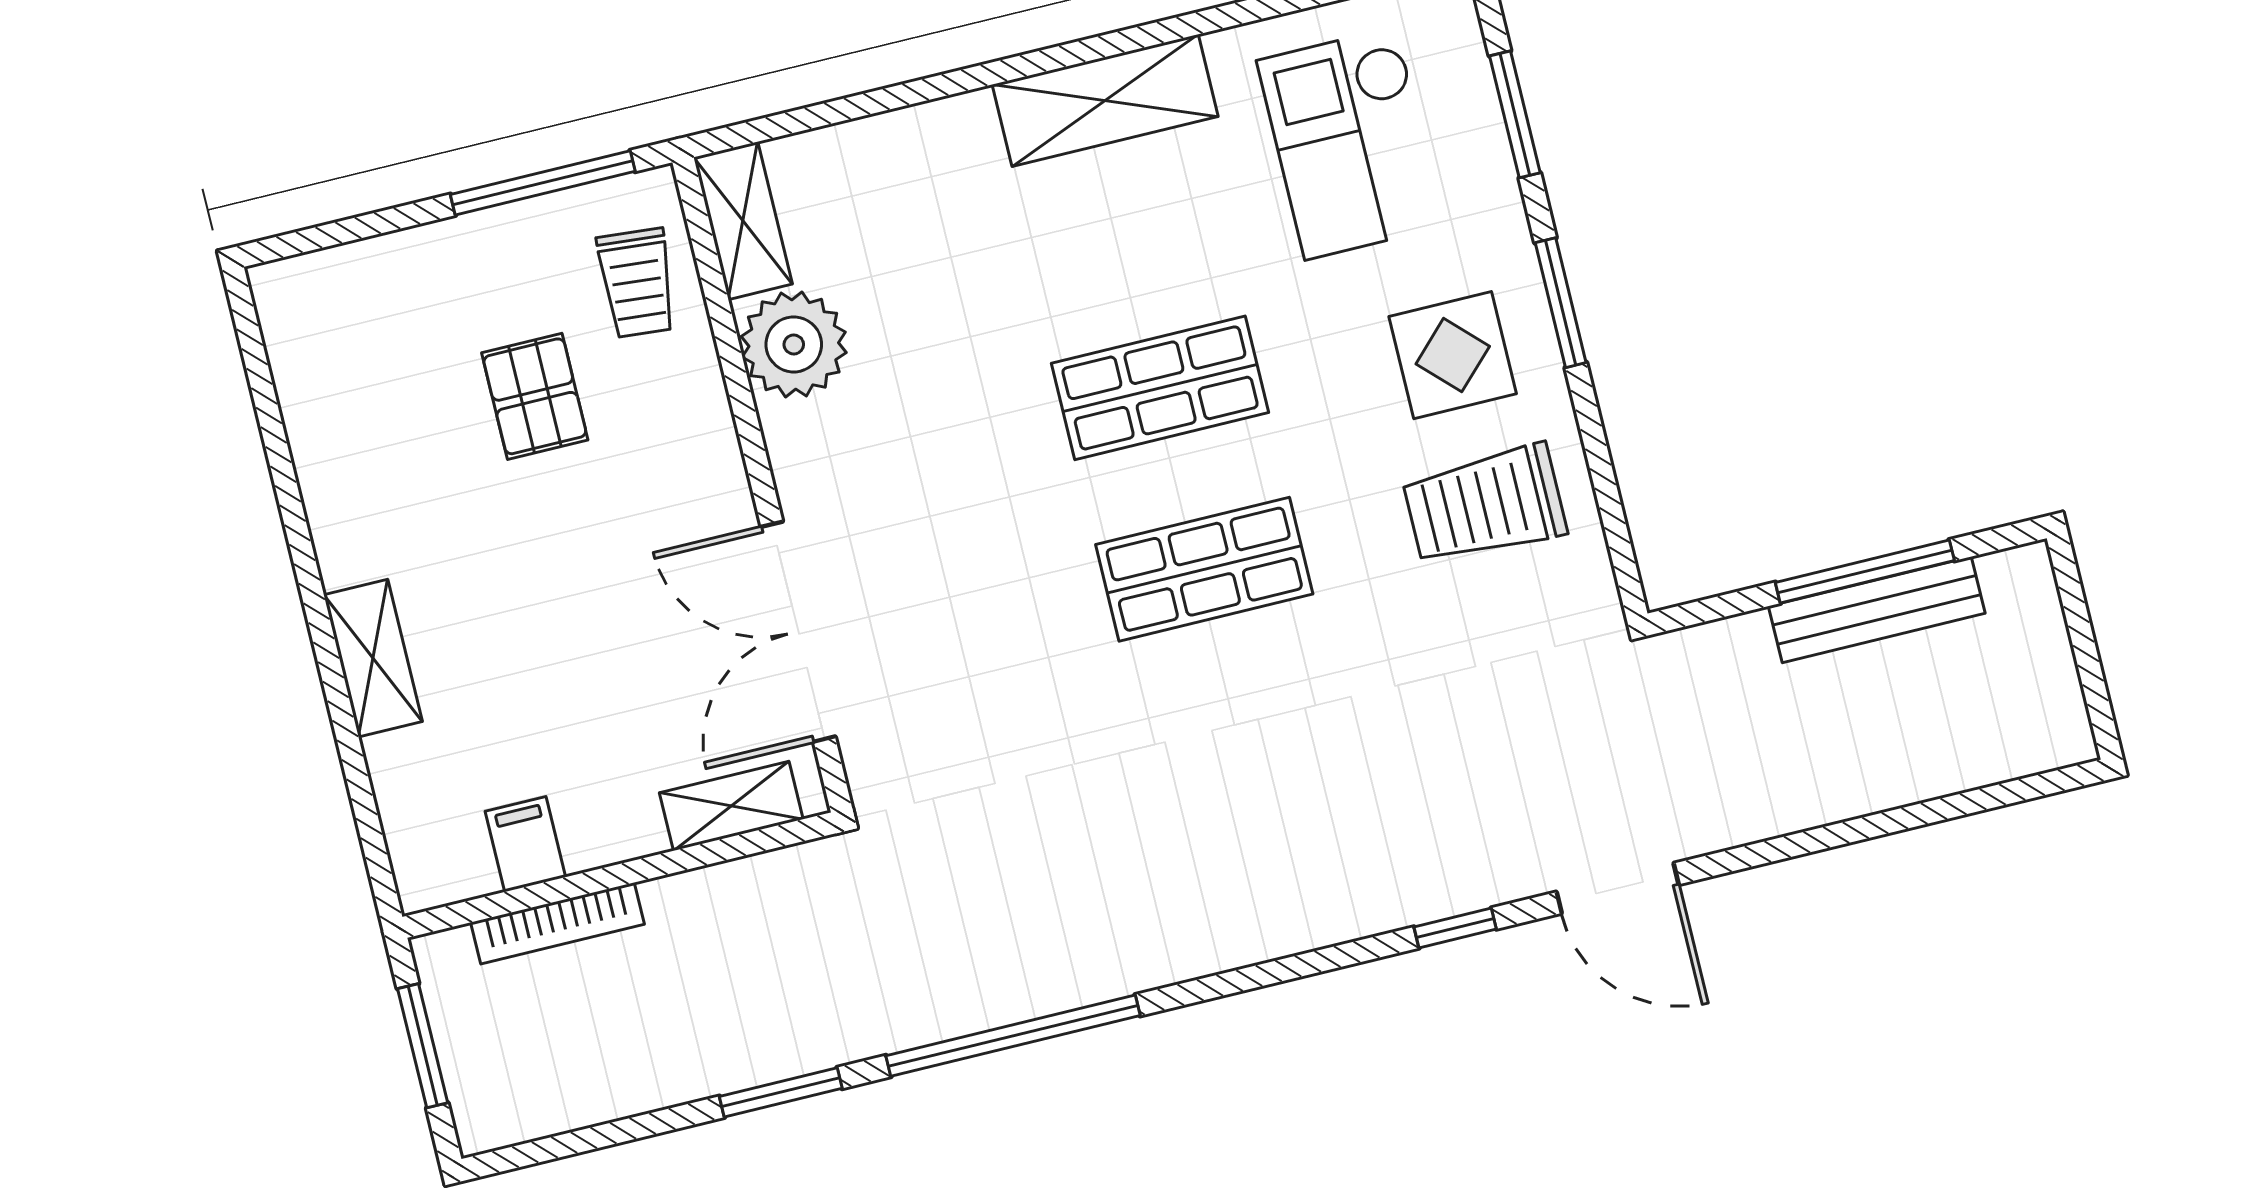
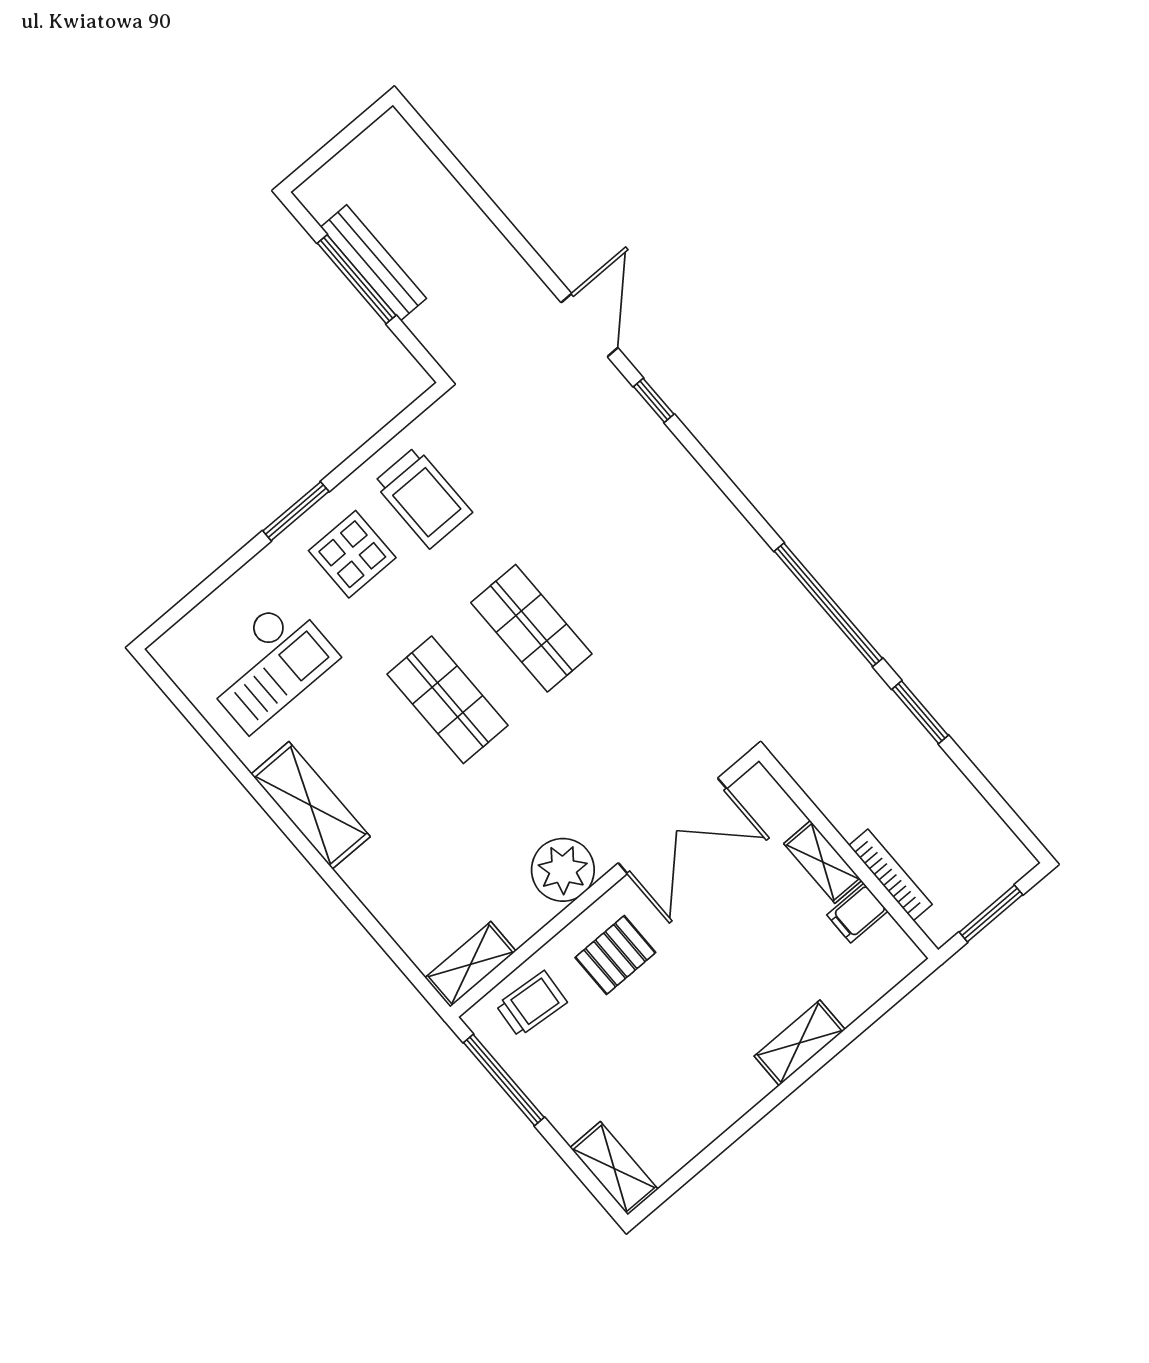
window: (1515, 114) -> (209, 586), removed
shelving: (325, 282) -> (614, 1168), added
plant: (794, 344) -> (563, 870), moved
pallet: (535, 396) -> (615, 955), moved
shelving: (731, 806) -> (823, 862), moved

